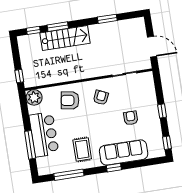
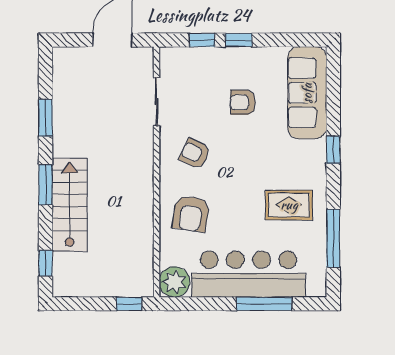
window: (58, 27) -> (45, 185), moved
bar counter: (44, 134) -> (248, 274), width x1.36
window: (167, 143) -> (202, 40), moved
sofa: (124, 152) -> (307, 93), moved

